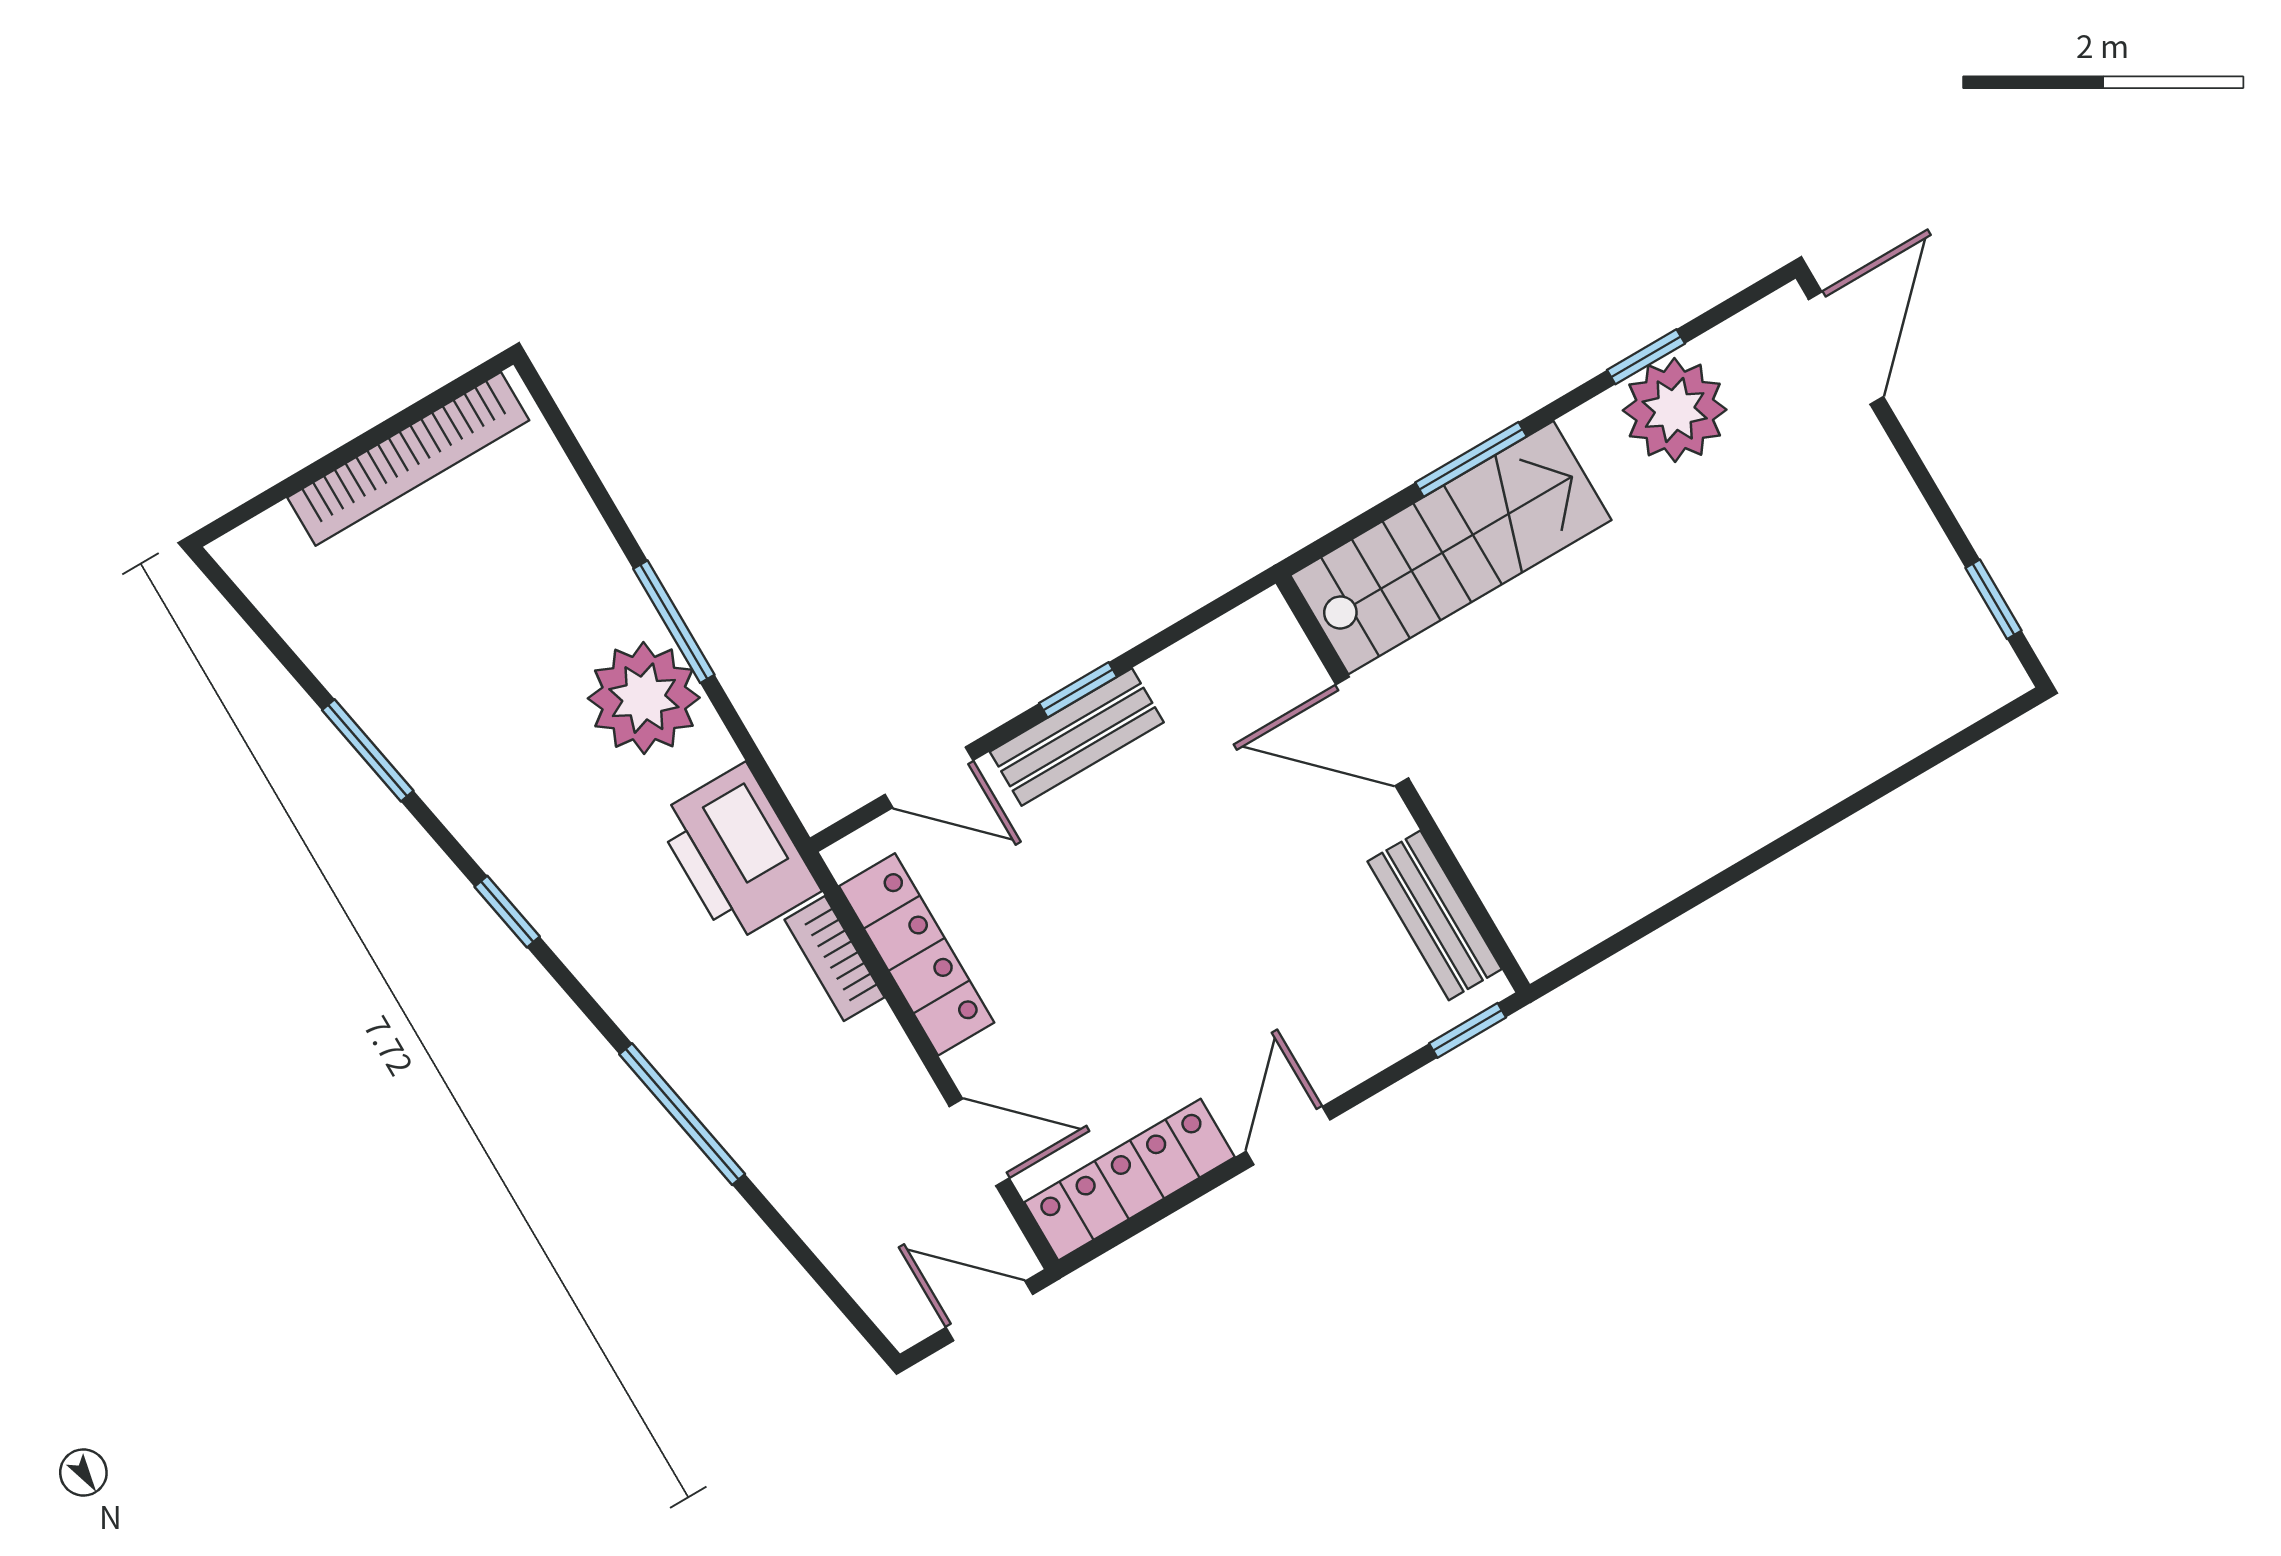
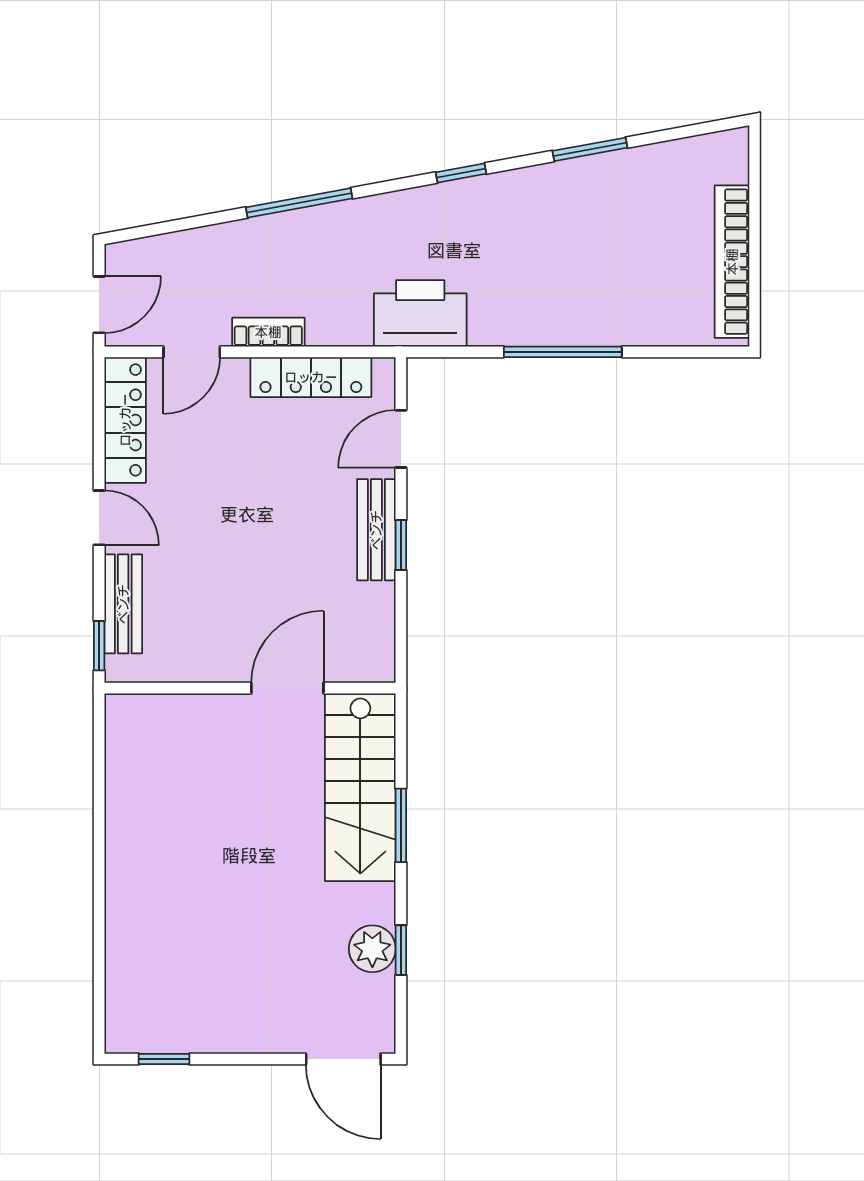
plant: (1675, 410) -> (372, 949), width x0.73, depth x0.73
window: (674, 622) -> (563, 352), width x1.44
plant: (644, 698) -> (532, 312), removed
bench: (1435, 915) -> (123, 604), moved, turned 90
bookcase: (834, 959) -> (268, 332), moved

